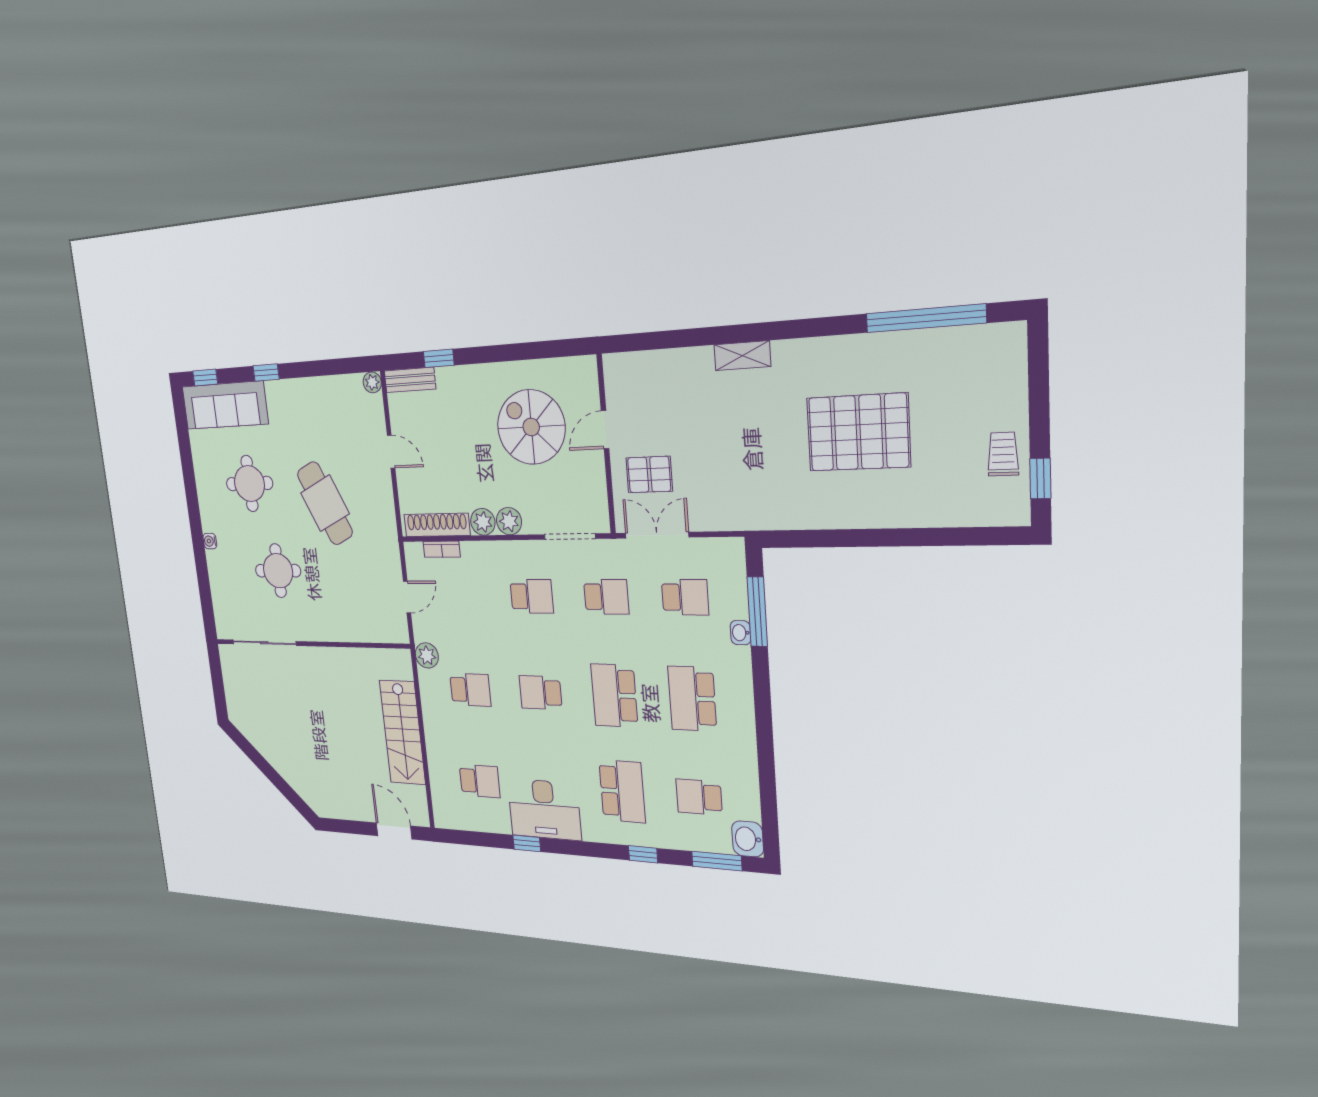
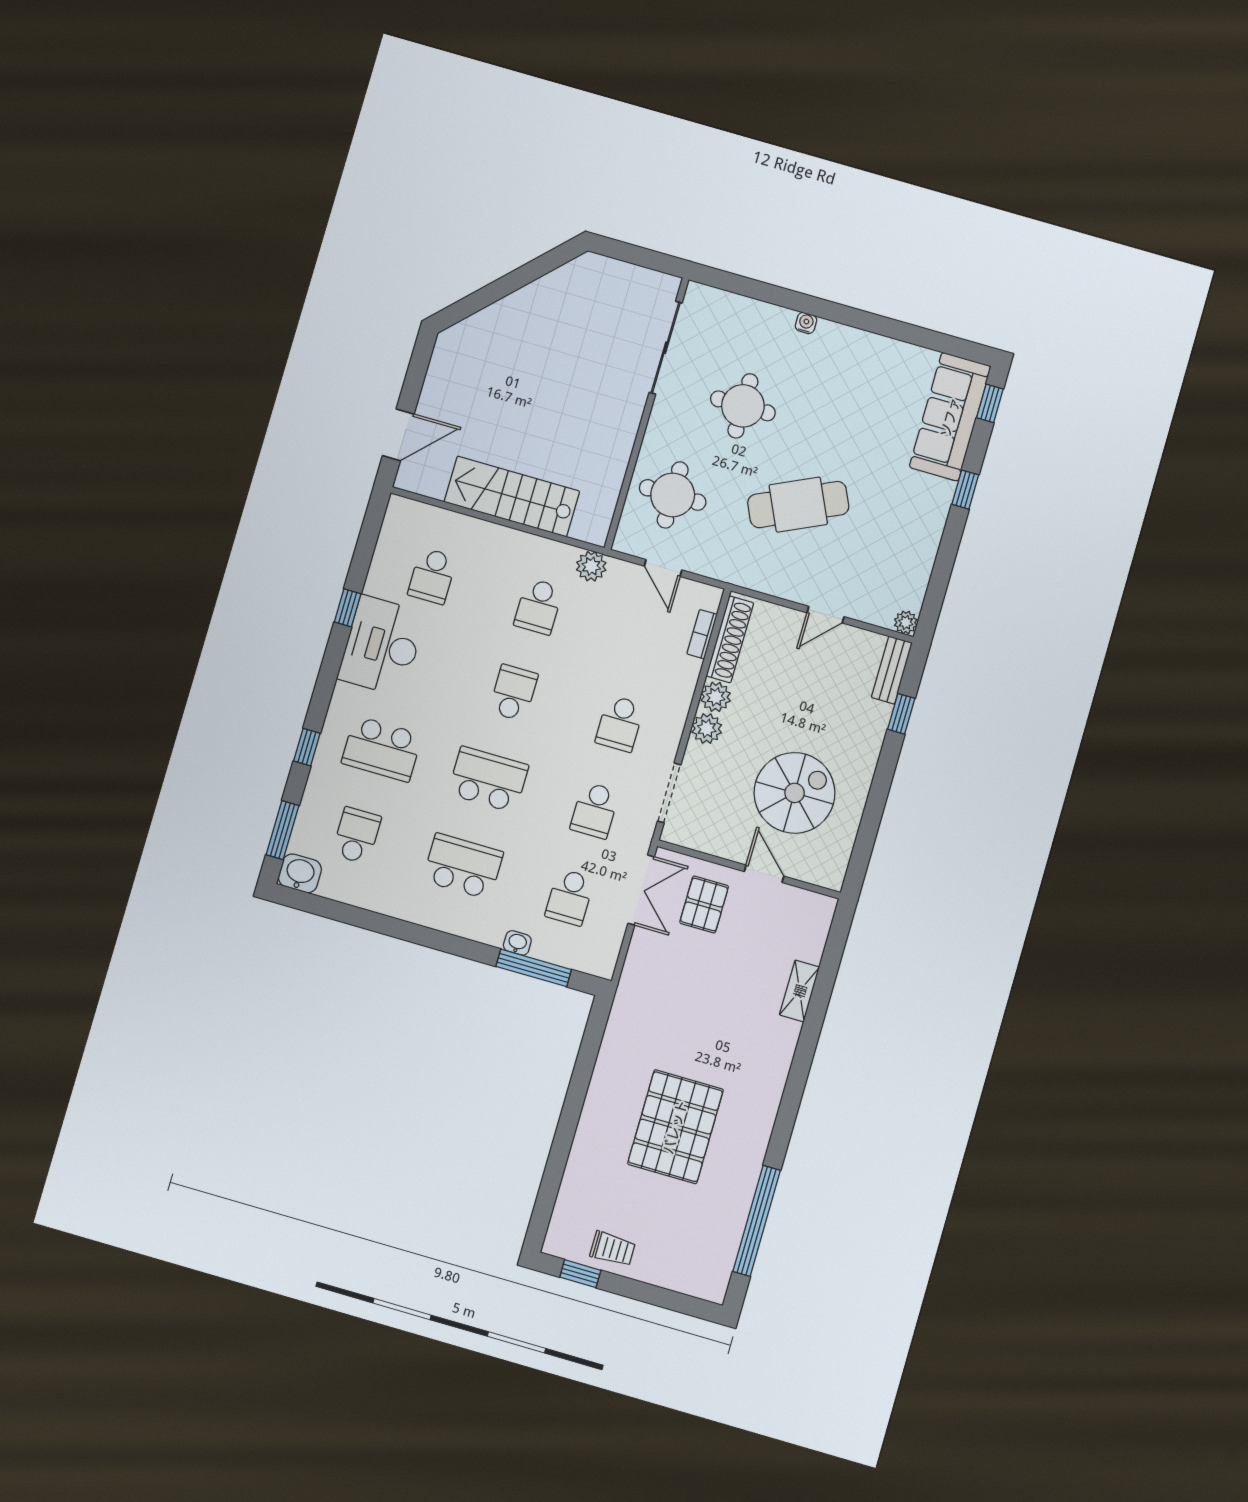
shelving: (742, 356) -> (800, 991), moved
round table: (249, 484) -> (673, 495), moved

